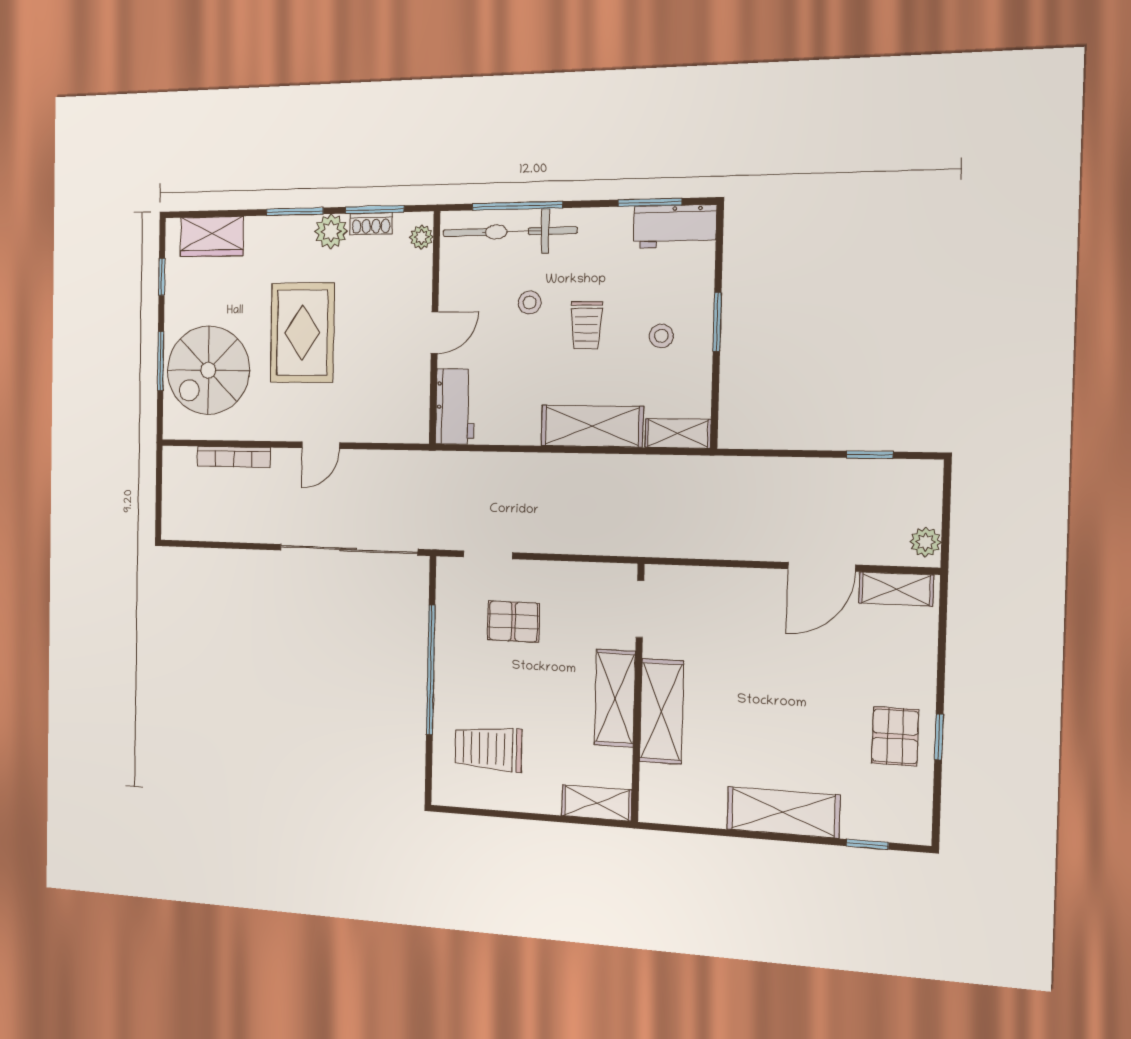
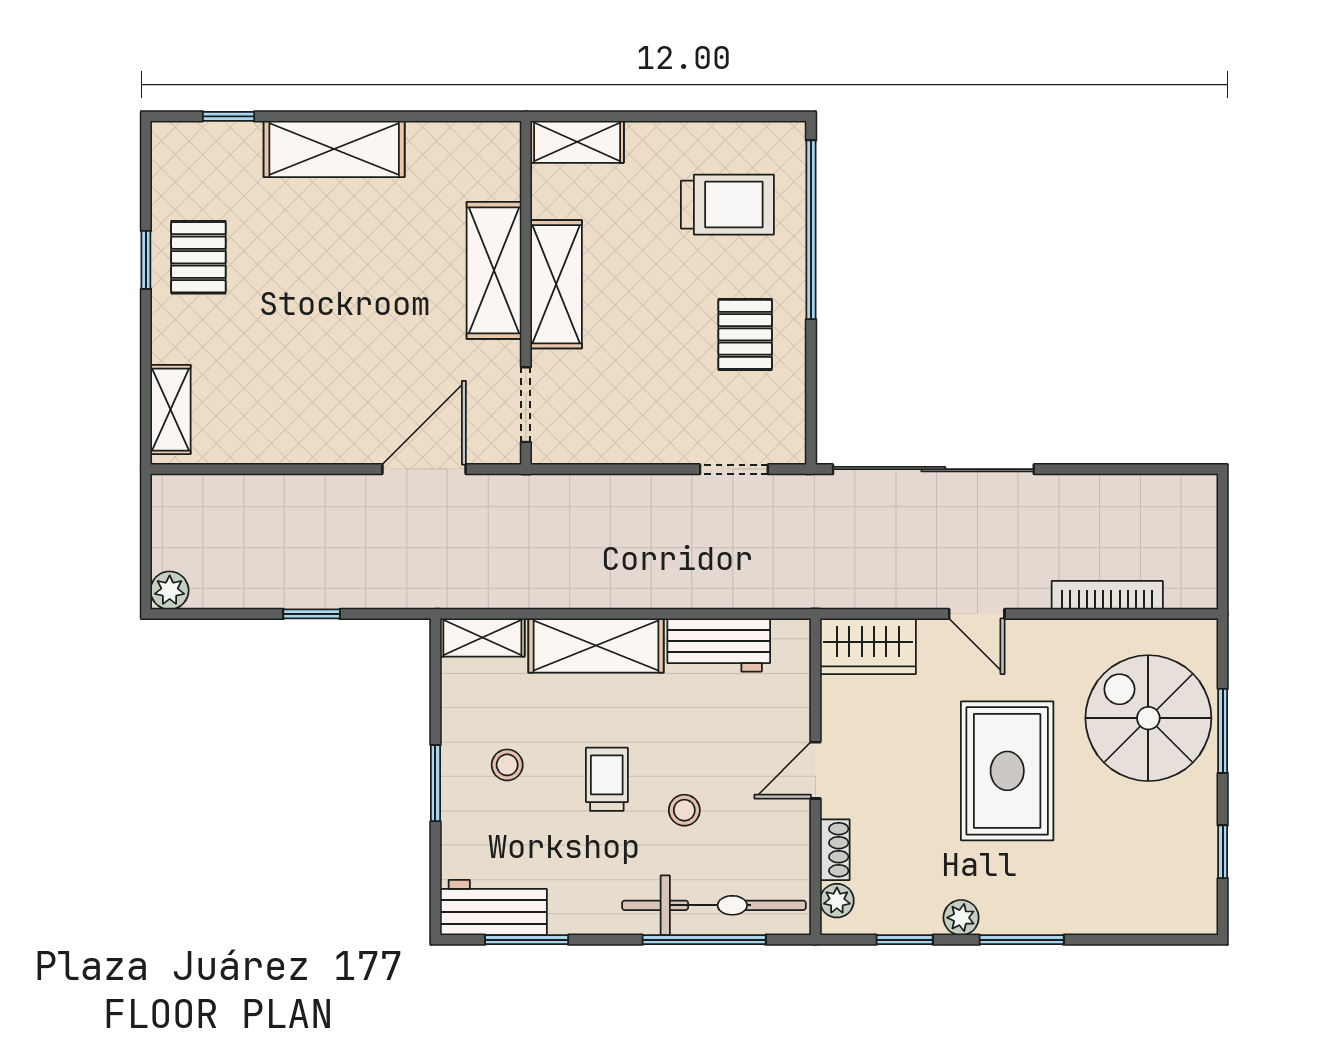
window: (375, 209) -> (905, 940), width x0.67
shoe rack: (371, 224) -> (835, 850), moved, turned 90
plant: (331, 231) -> (961, 918), width x0.73, depth x0.73
wardrobe: (212, 237) -> (868, 646), moved, turned 180
spiral stairs: (208, 370) -> (1148, 718), turned -90
workbench: (455, 407) -> (719, 645), moved, turned -90
door: (321, 445) -> (977, 614), swing flipped
window: (870, 455) -> (312, 614), moved
plant: (925, 542) -> (170, 590), moved
door: (822, 567) -> (424, 469), moved
shelving: (896, 589) -> (171, 410), moved, turned 90
pallet: (513, 621) -> (745, 334), moved, turned 90
window: (431, 670) -> (811, 230), moved

